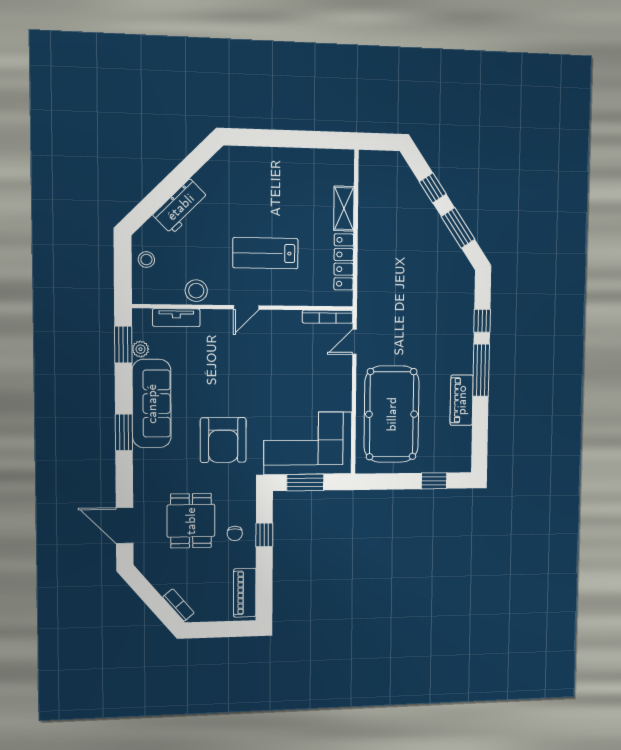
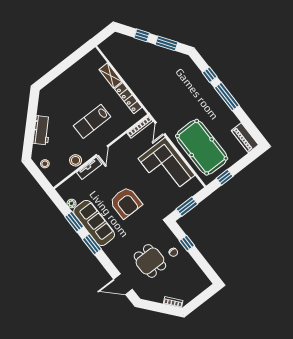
tv unit: (176, 318) -> (89, 168), moved
window: (123, 345) -> (74, 222), moved
piano: (462, 400) -> (245, 138), moved
armchair: (223, 440) -> (126, 203), moved
corner sofa: (308, 443) -> (166, 167), moved, turned -90
window: (434, 481) -> (225, 177), moved
piano: (245, 593) -> (198, 275), removed

